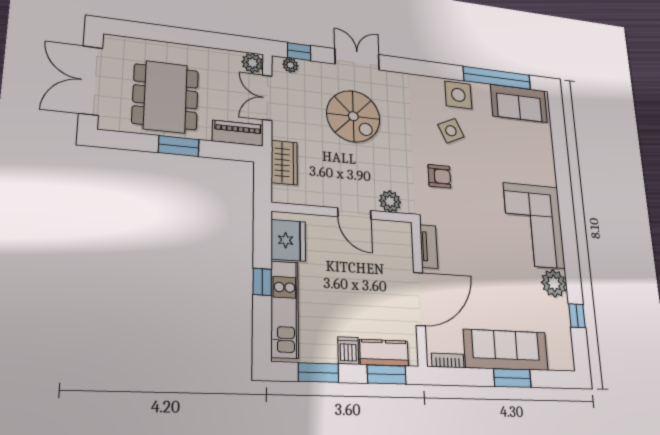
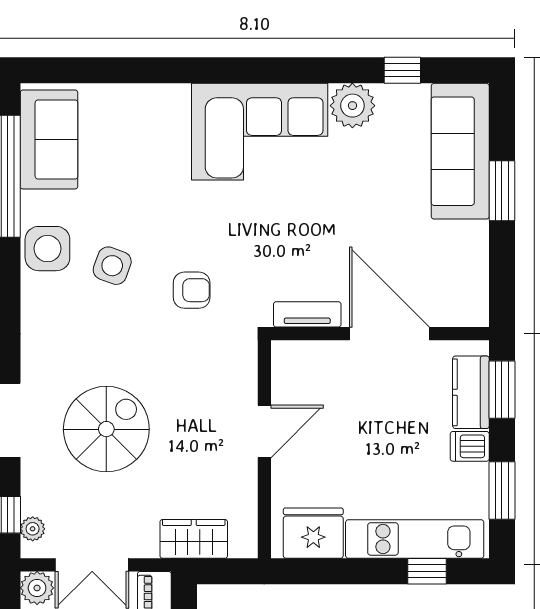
side table: (451, 131) -> (112, 266), turned 45
armchair: (439, 176) -> (192, 290), turned 90
plant: (390, 201) -> (240, 374), removed
window: (262, 282) -> (427, 571), moved
sofa: (506, 350) -> (460, 151), moved
bookcase: (448, 360) -> (479, 294), removed

